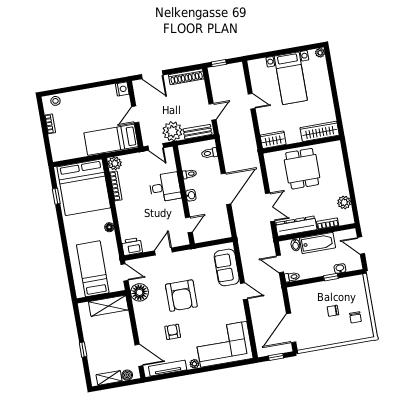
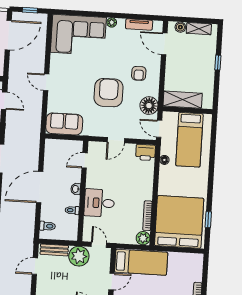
floor lamp: (109, 227) -> (164, 160), moved
sofa: (227, 267) -> (64, 124), moved, turned -90
armchair: (173, 332) -> (139, 73), moved
tv unit: (168, 368) -> (139, 24), width x0.71

